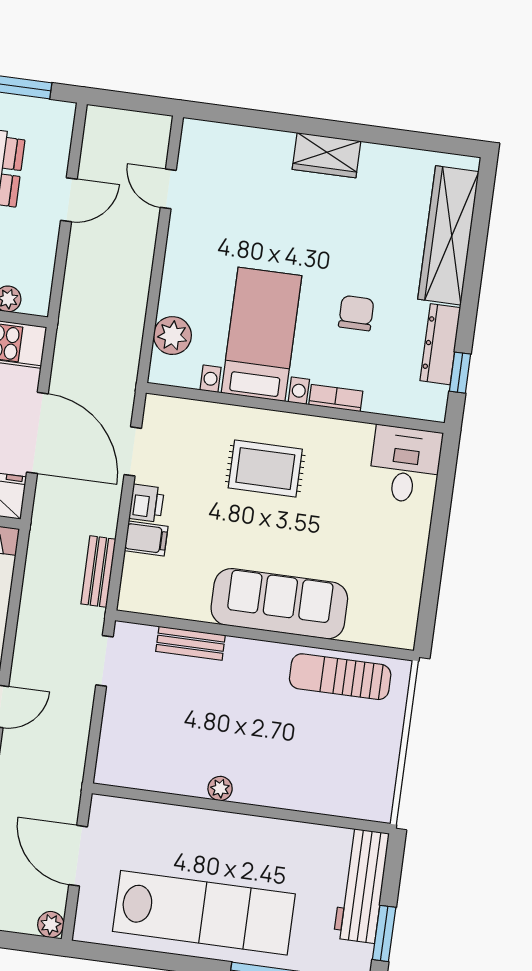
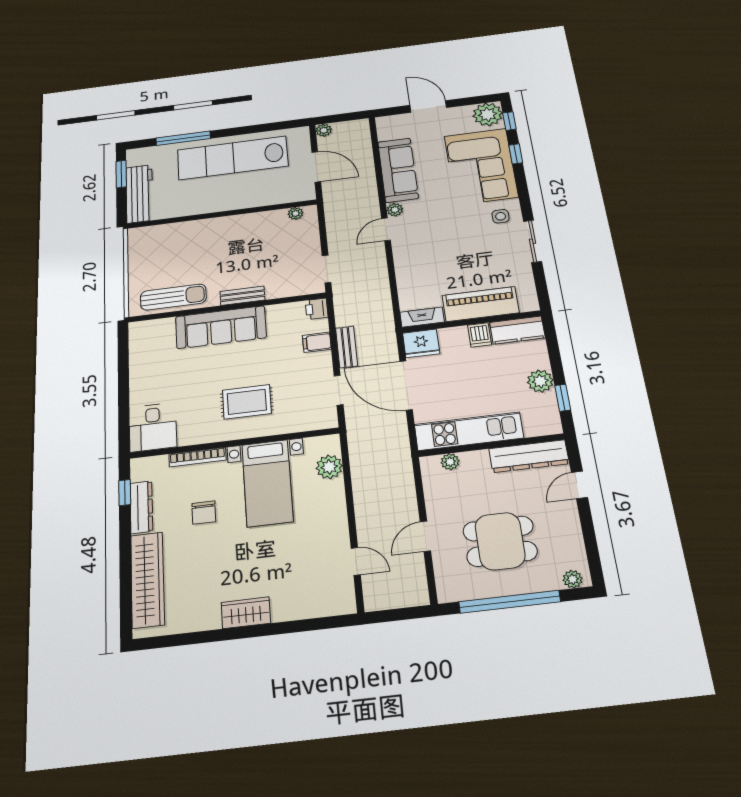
bookcase: (336, 398) -> (197, 457), width x1.56
printer: (147, 503) -> (317, 309), moved
bench: (98, 572) -> (347, 347), moved
bench: (191, 643) -> (242, 296), moved
plant: (220, 789) -> (295, 213), moved

